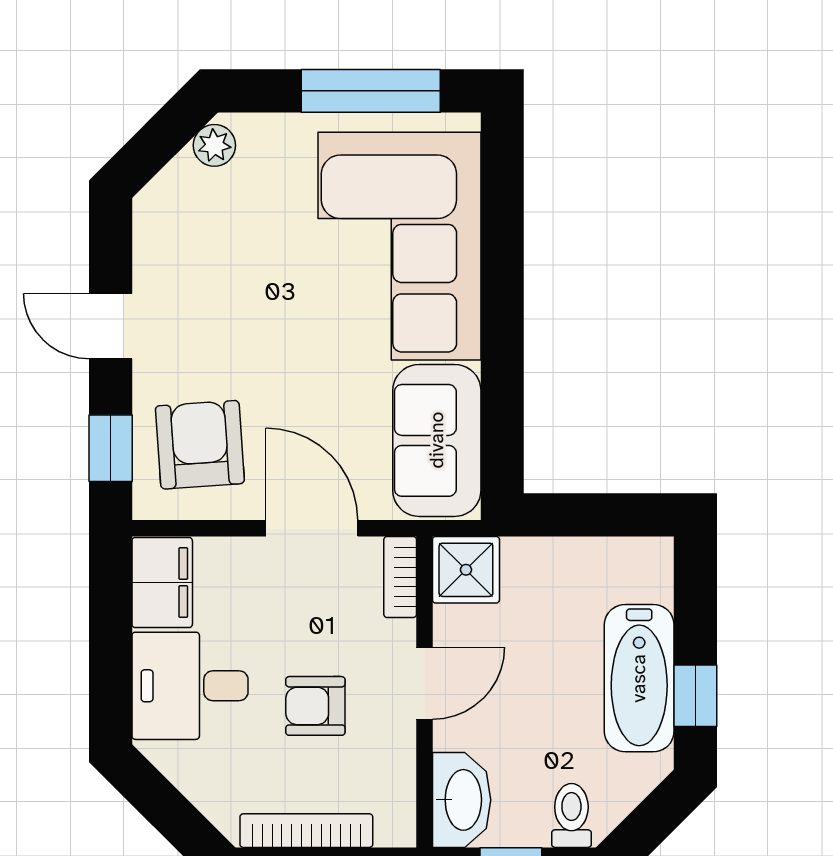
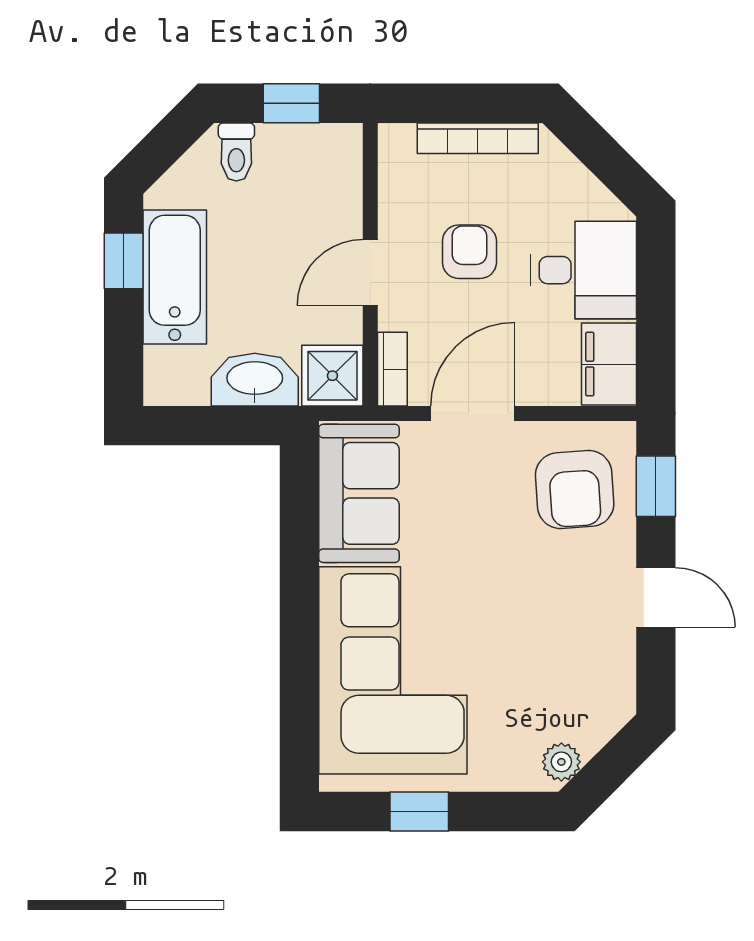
window: (371, 91) -> (419, 811), width x0.46
door: (312, 528) -> (473, 413), swing flipped
armchair: (315, 706) -> (469, 252), turned -90
washbasin: (462, 800) -> (255, 380), moved, turned 90

